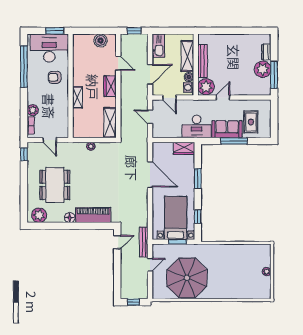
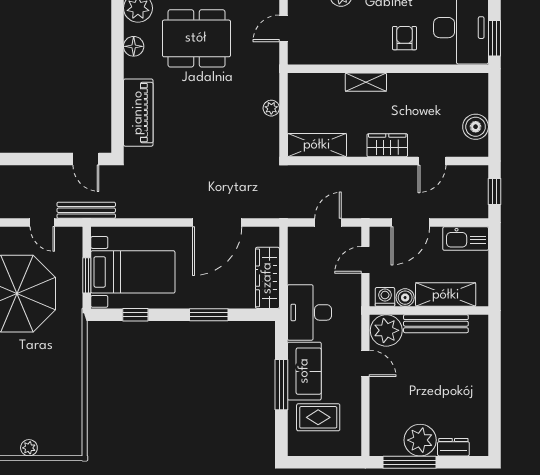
door: (150, 74) -> (410, 222), hinge flipped
wardrobe: (184, 148) -> (267, 278), width x1.50
floor lamp: (70, 217) -> (134, 46), moved

